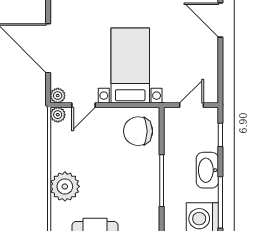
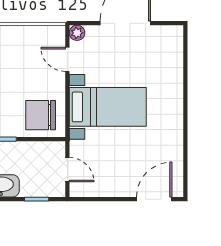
plant: (58, 115) -> (57, 33), removed
chair: (138, 131) -> (41, 115), turned -90

